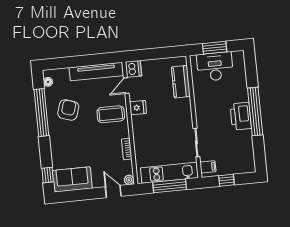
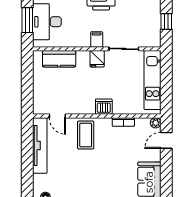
dishwasher: (134, 69) -> (104, 107), moved
fridge: (138, 108) -> (97, 59), moved, turned 180
armchair: (68, 110) -> (77, 179), removed
filing cabinet: (208, 167) -> (97, 39), moved
window: (170, 186) -> (166, 81), removed

